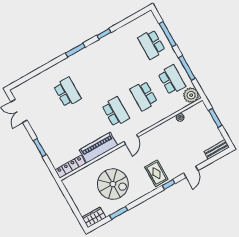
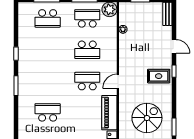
door: (131, 139) -> (118, 81), swing flipped

